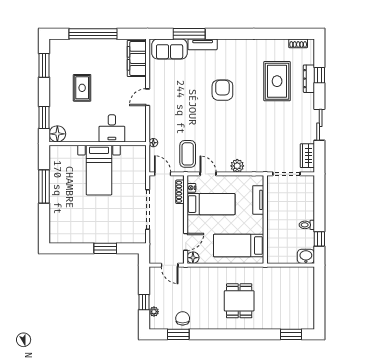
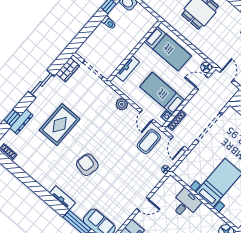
tv unit: (203, 44) -> (62, 198), moved
rug: (277, 81) -> (60, 125), moved
armchair: (222, 90) -> (87, 165), turned 102

